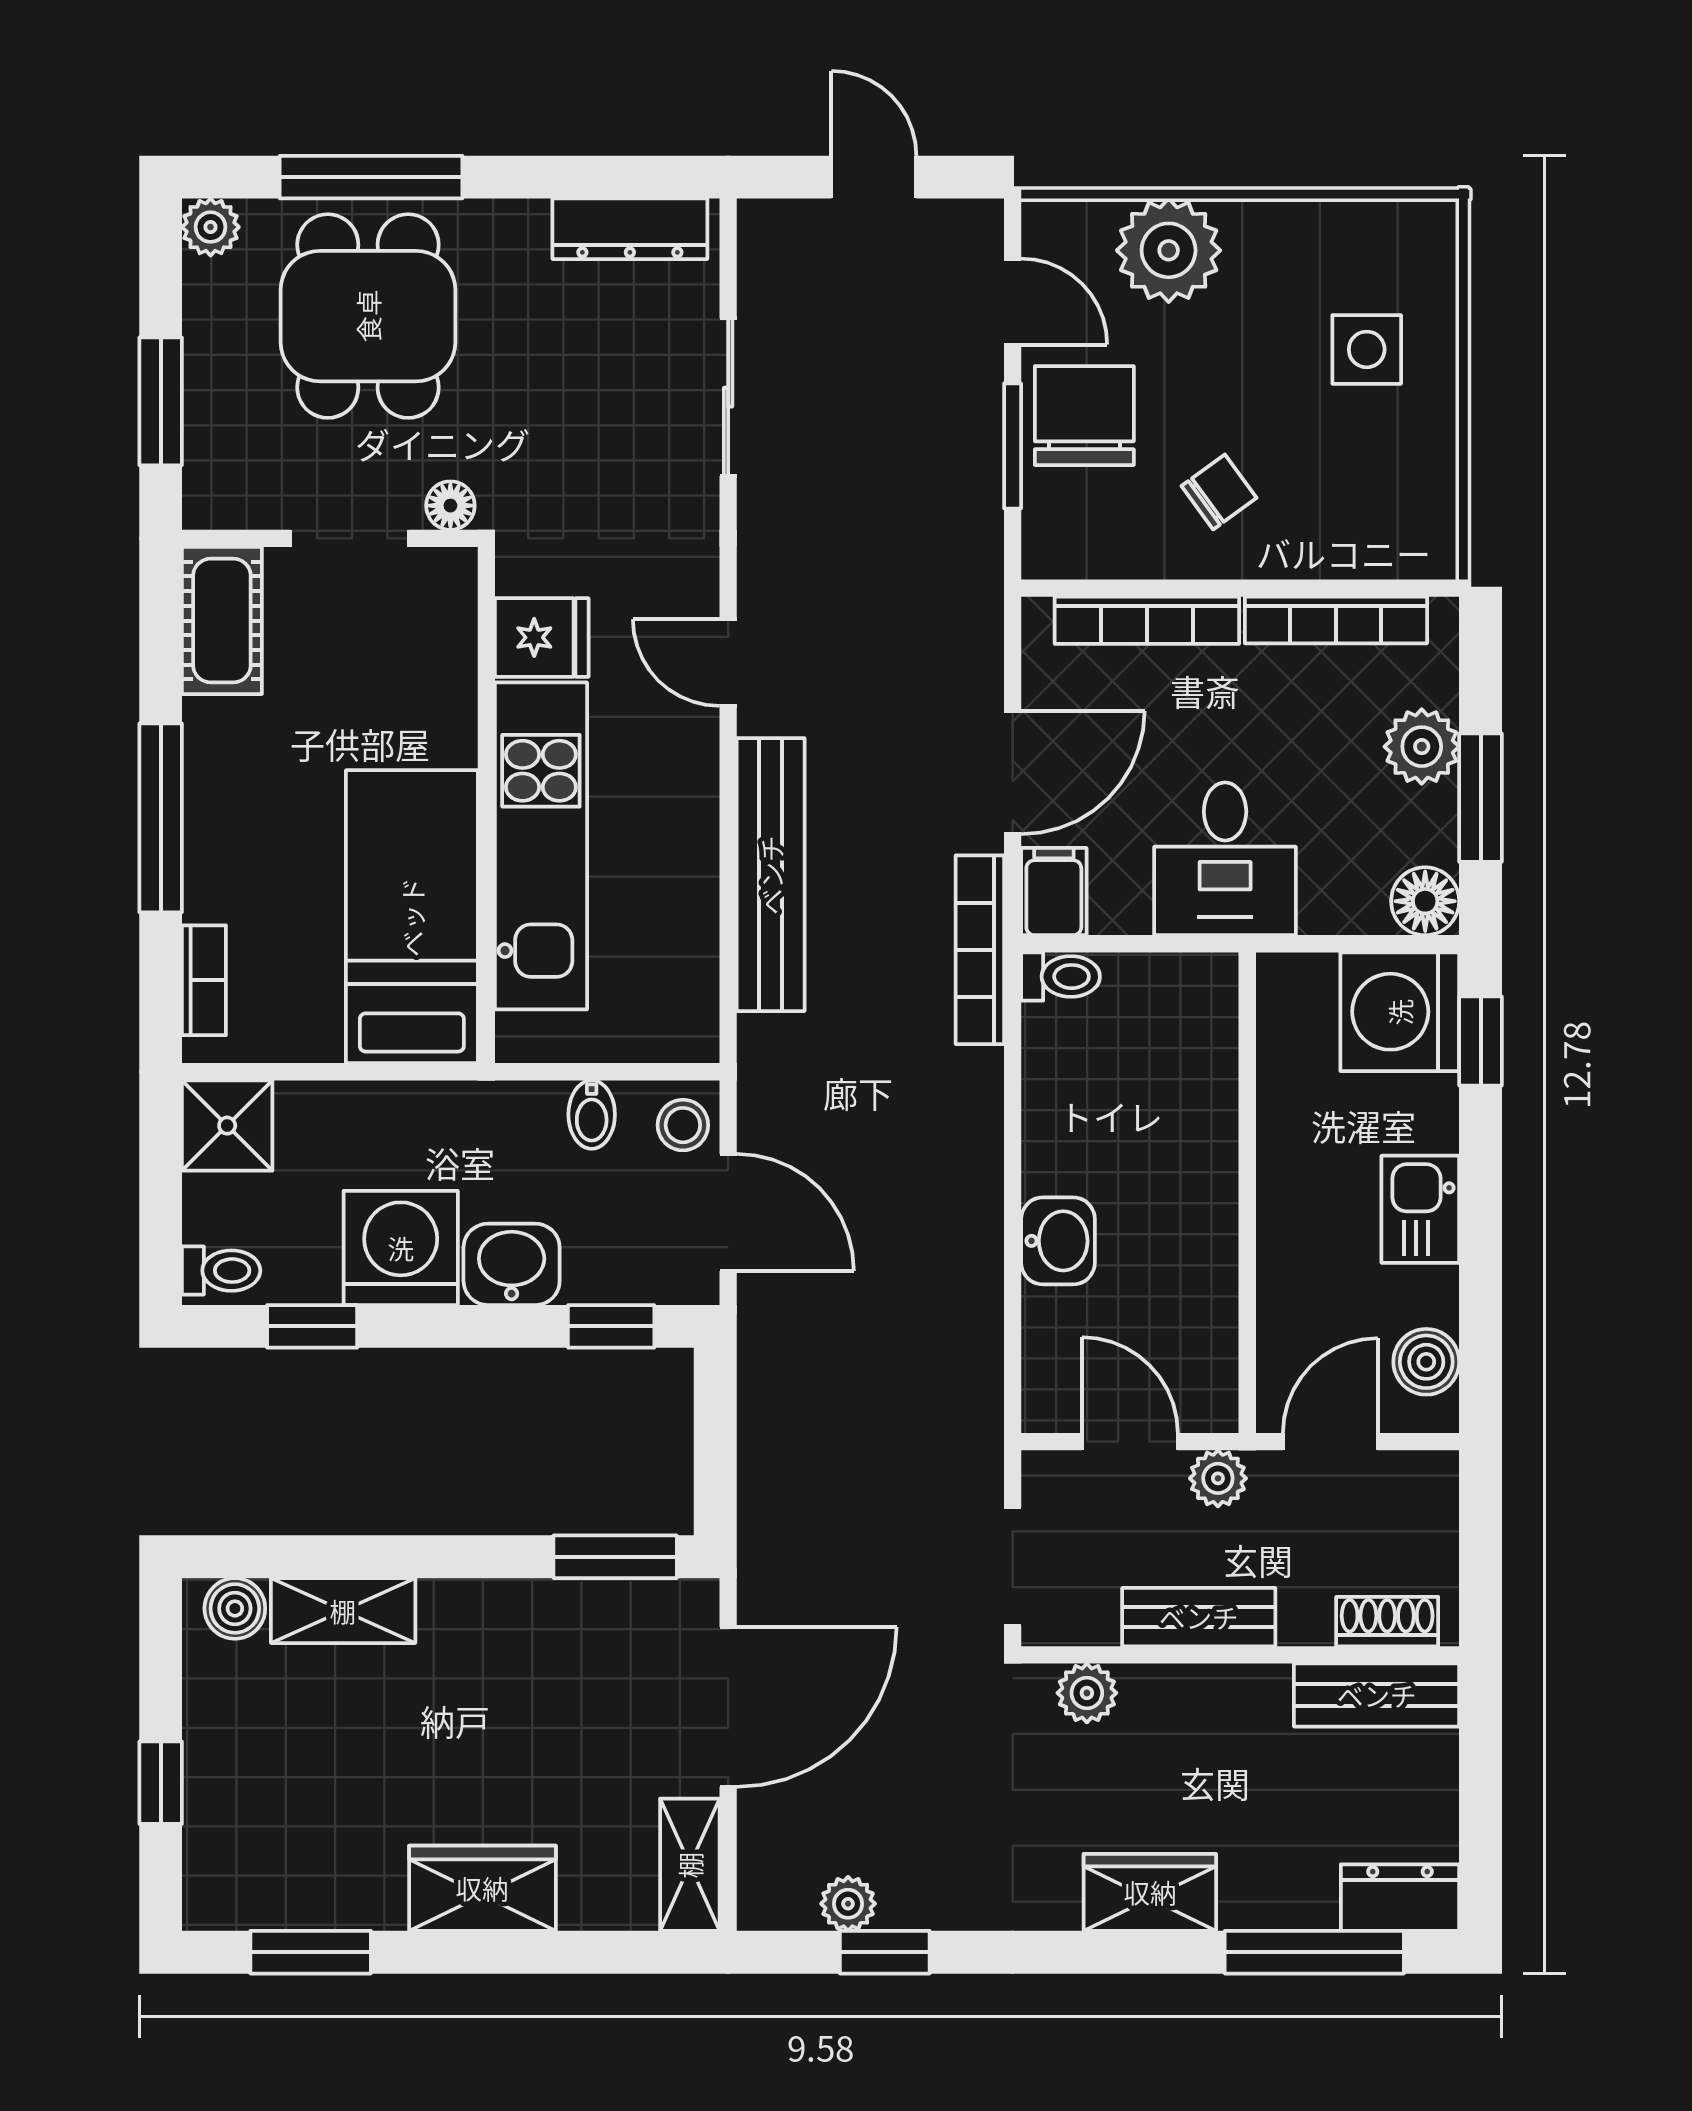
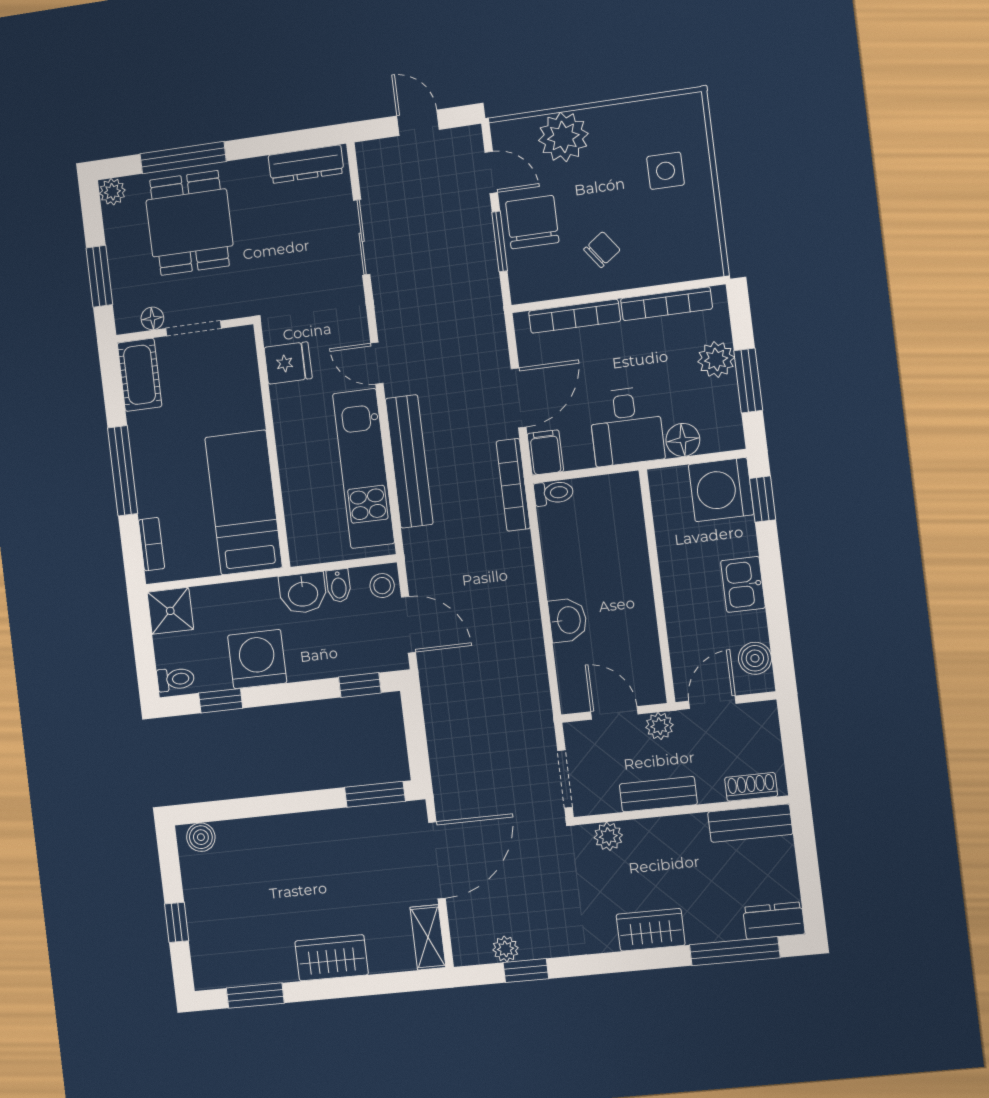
floor lamp: (450, 506) -> (152, 318), moved
kitchen unit: (541, 846) -> (364, 469), moved, turned 180
floor lamp: (1425, 901) -> (683, 440), moved
washbasin: (512, 1264) -> (303, 593), moved, turned 180
shelving: (343, 1611) -> (251, 833), removed

